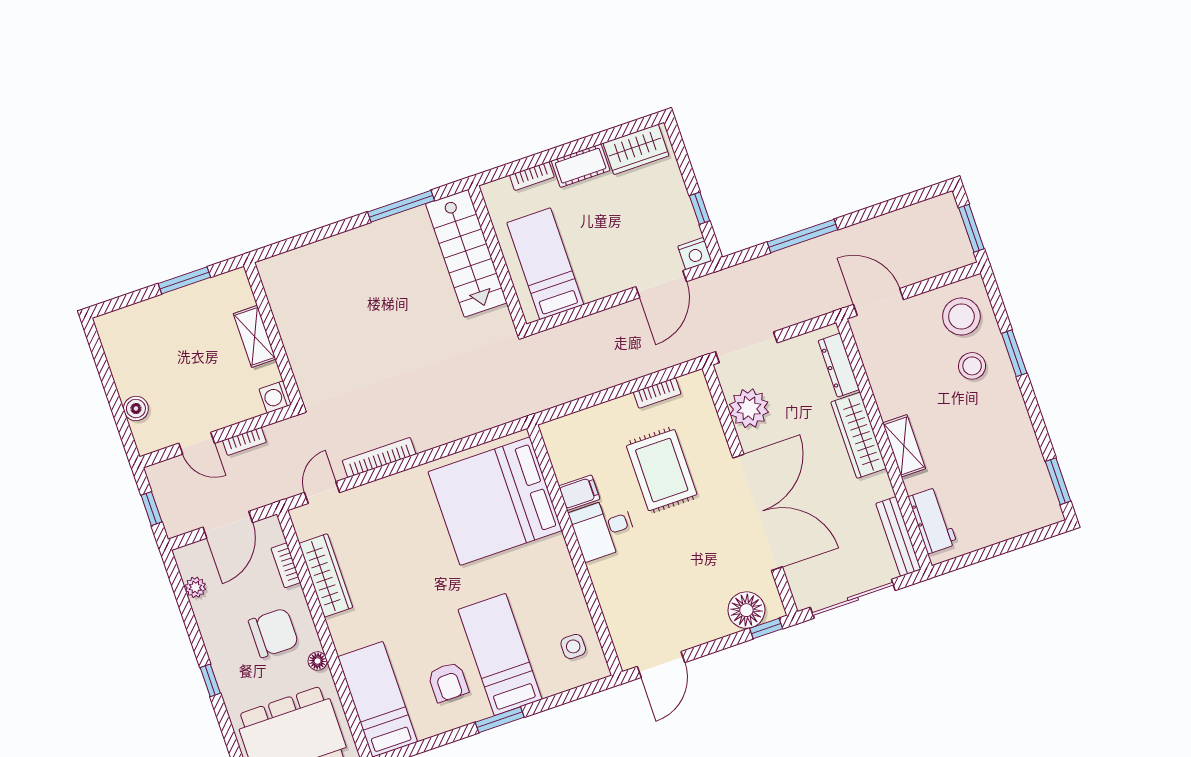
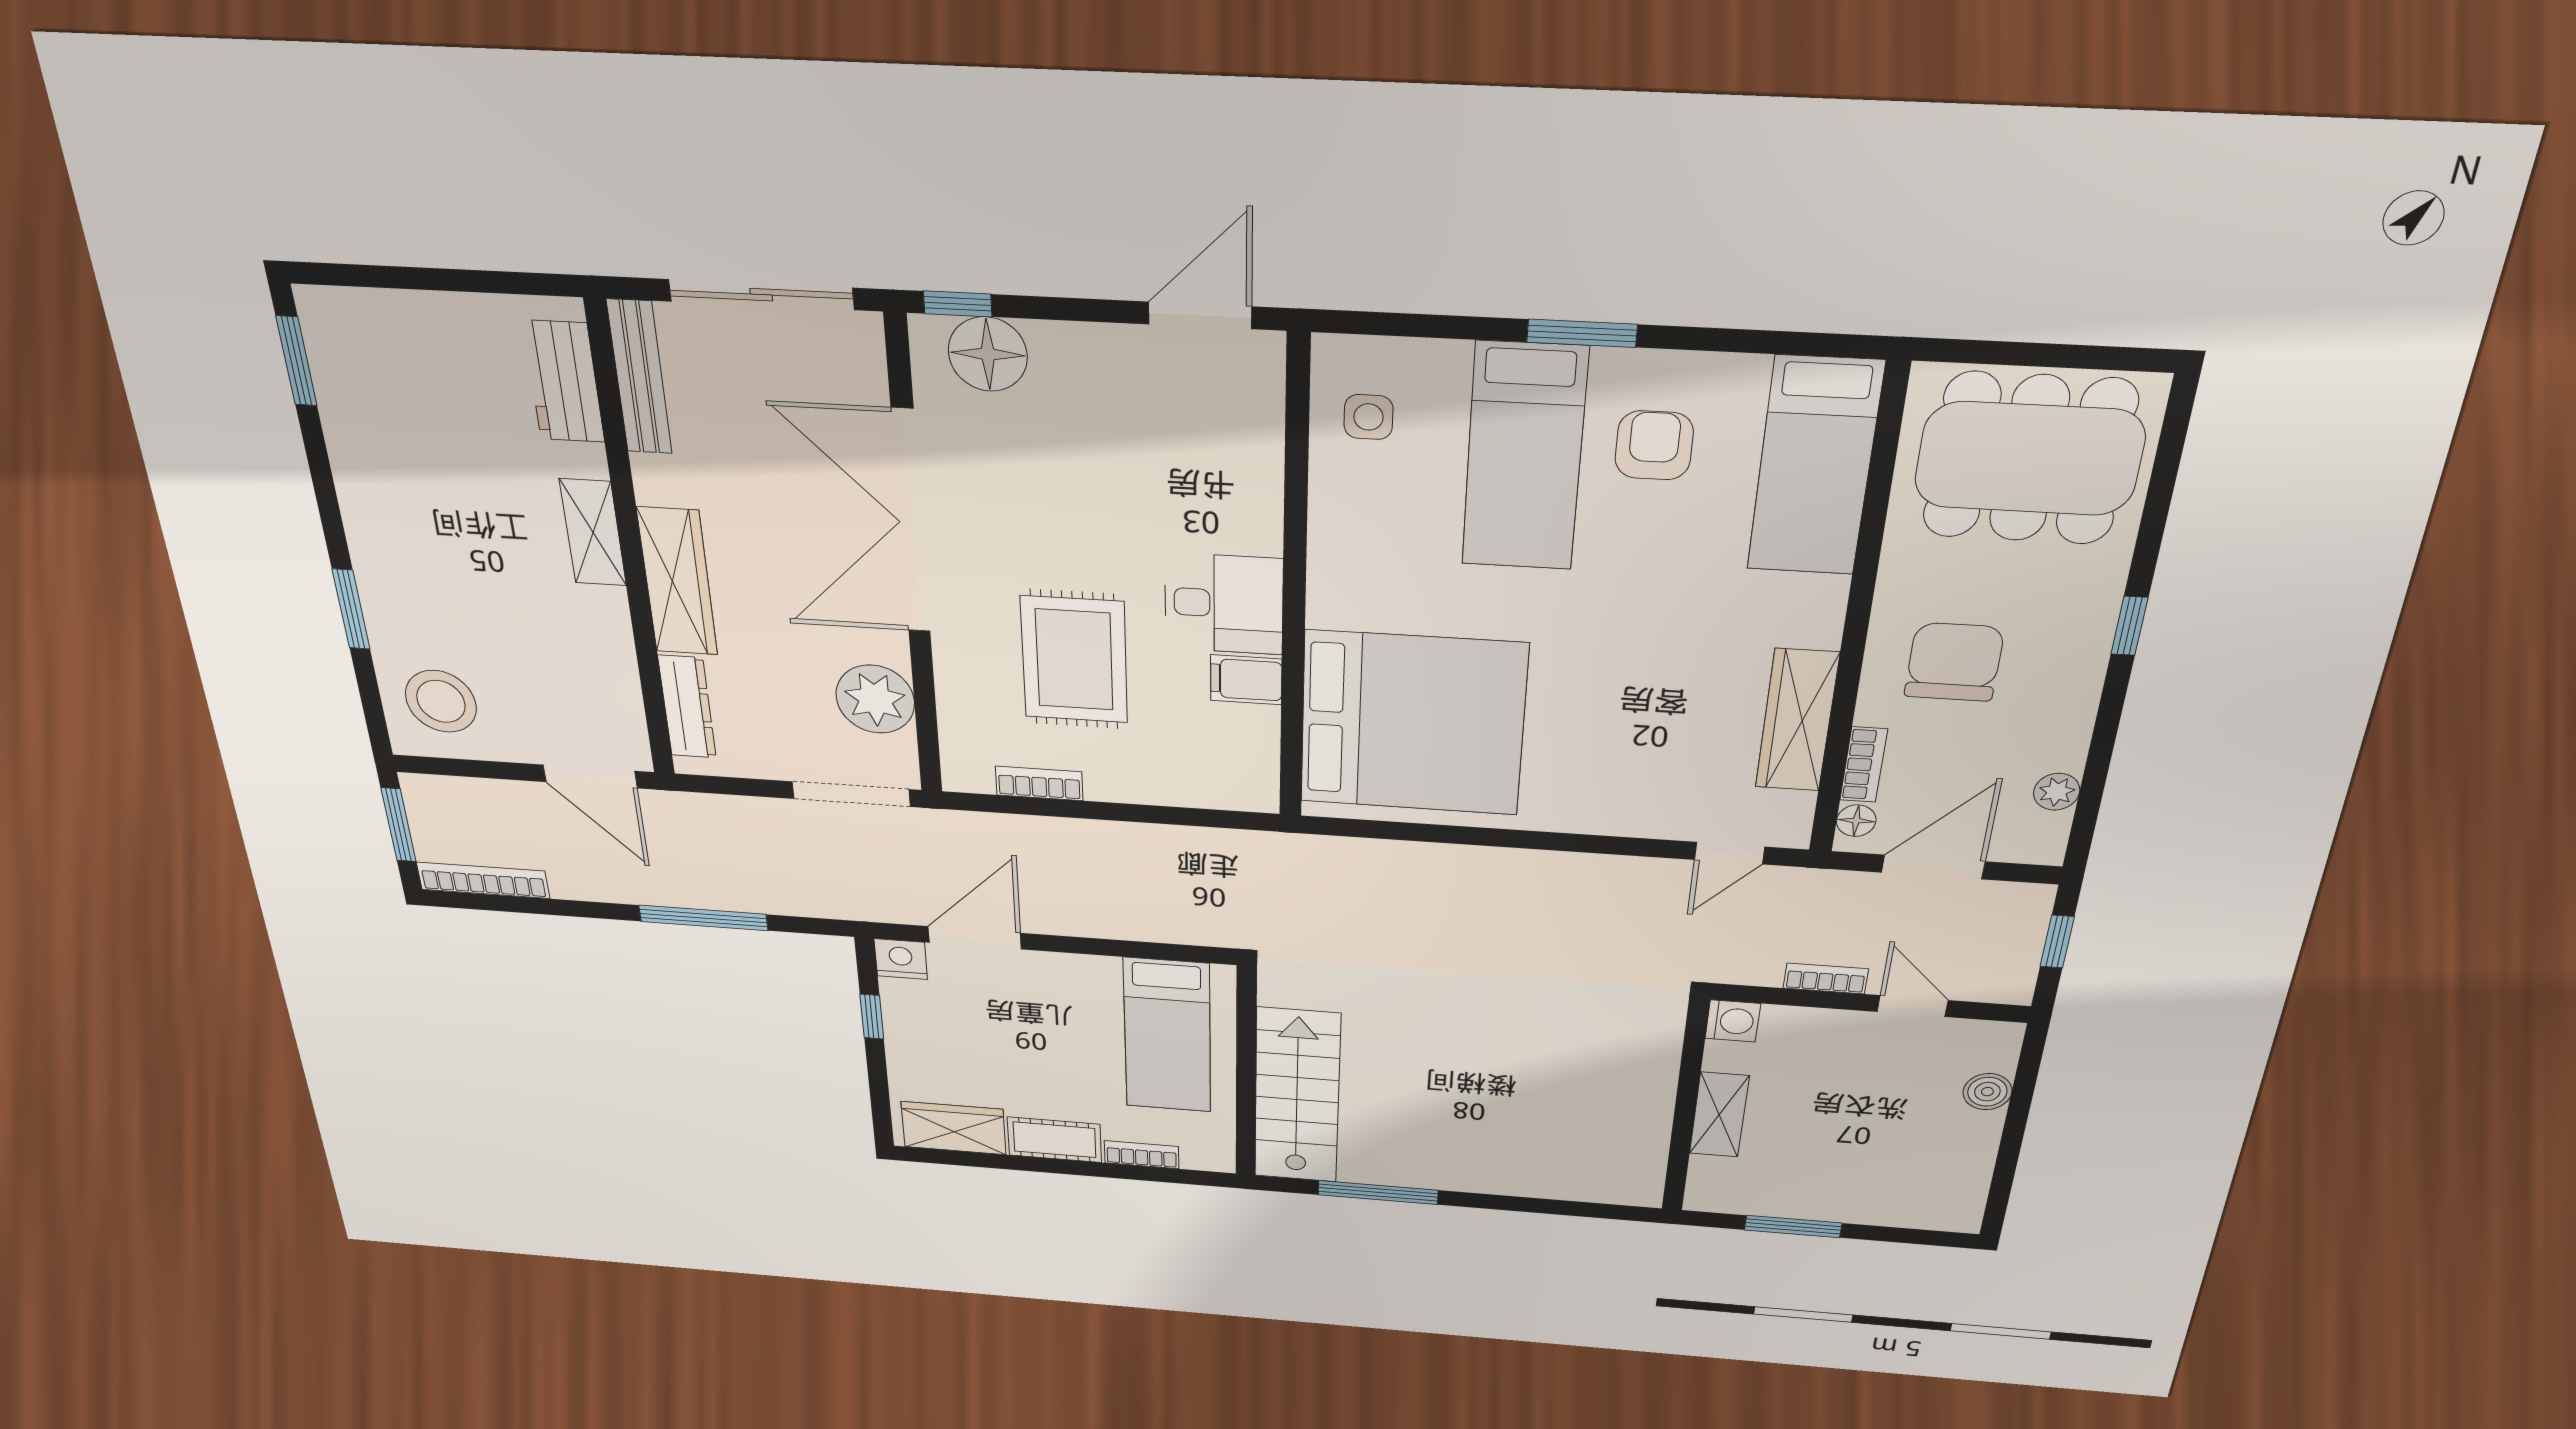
stool: (972, 366) -> (435, 617), removed
bookcase: (379, 457) -> (483, 880), moved, turned 180
chair: (273, 633) -> (1954, 662), turned 90
floor lamp: (318, 661) -> (1856, 821), moved

